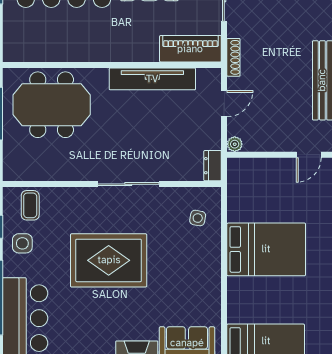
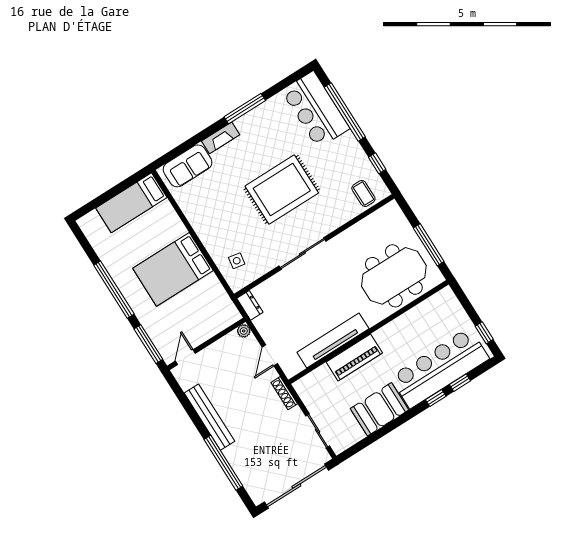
piano: (190, 49) -> (354, 357), moved
side table: (22, 243) -> (352, 162), removed

